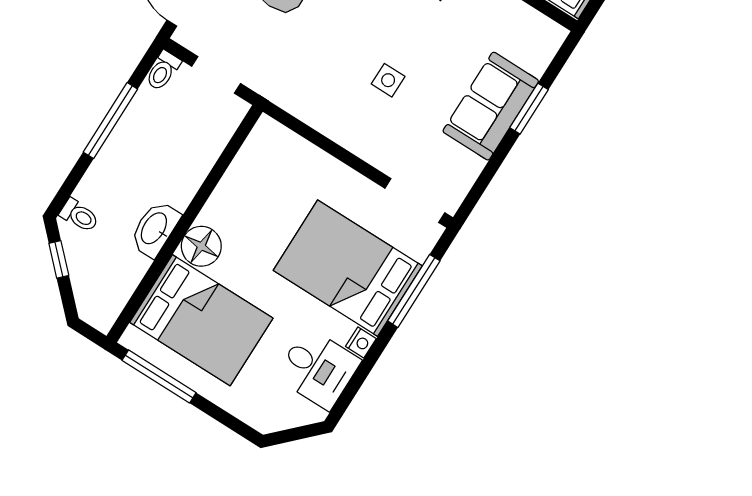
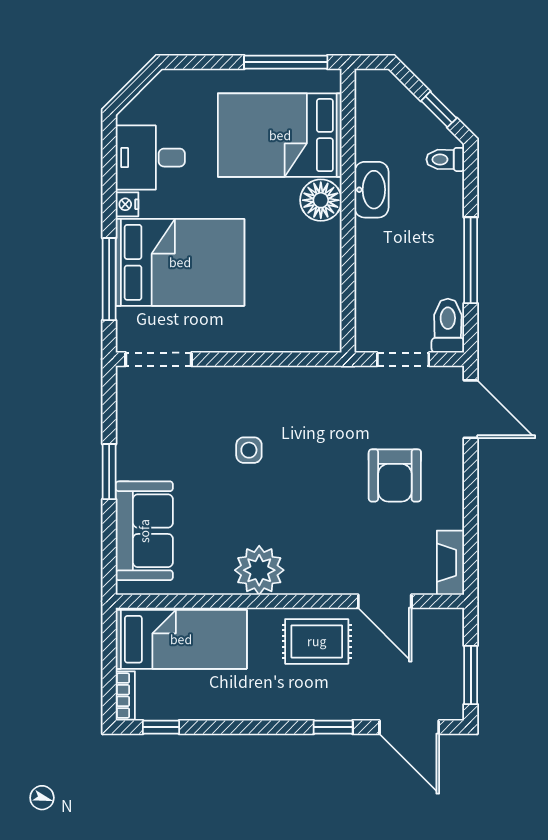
toilet: (163, 71) -> (448, 326), width x1.37, depth x1.39
sofa: (491, 106) -> (144, 531), moved
window: (529, 109) -> (109, 472), moved

